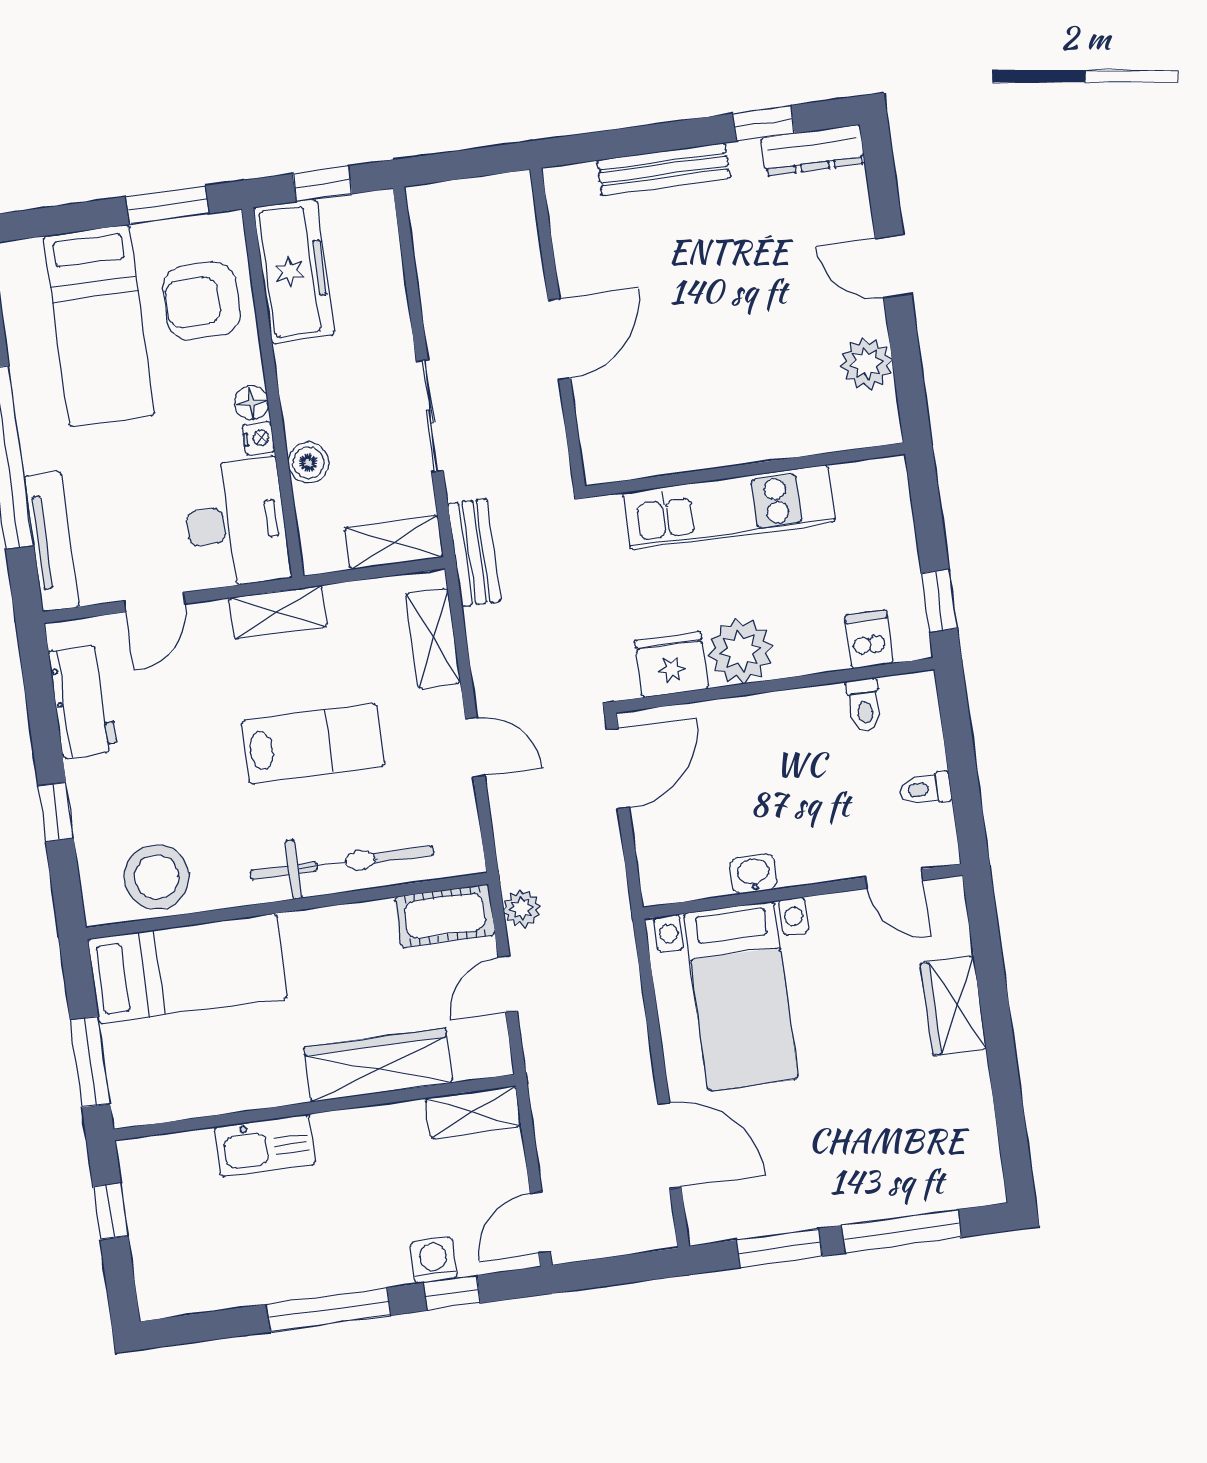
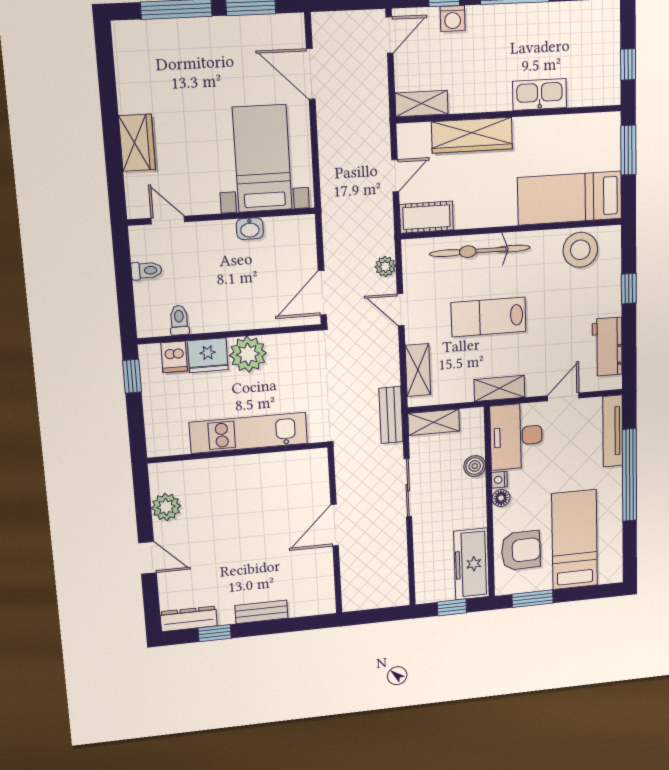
bench: (664, 169) -> (261, 612), width x0.73
fridge: (671, 665) -> (208, 355), moved
plant: (522, 909) -> (385, 266), moved

